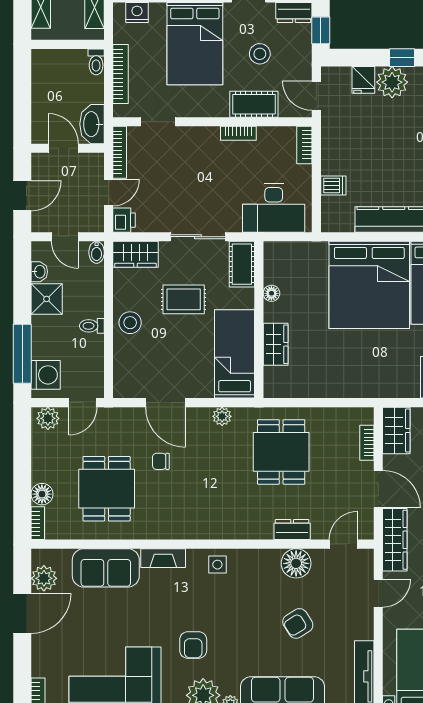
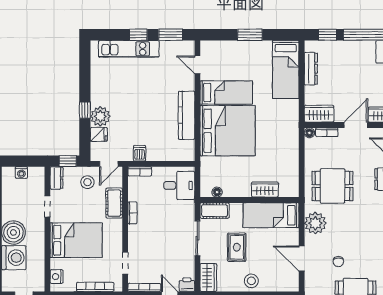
stool: (260, 54) -> (87, 182), moved
dishwasher: (333, 186) -> (140, 153), moved
desk: (274, 208) -> (179, 185), width x0.73
floor lamp: (271, 293) -> (217, 192), moved
door: (166, 403) -> (302, 259), swing flipped
floor lamp: (366, 415) -> (309, 133), added
plant: (222, 416) -> (315, 223), width x1.88, depth x1.88

